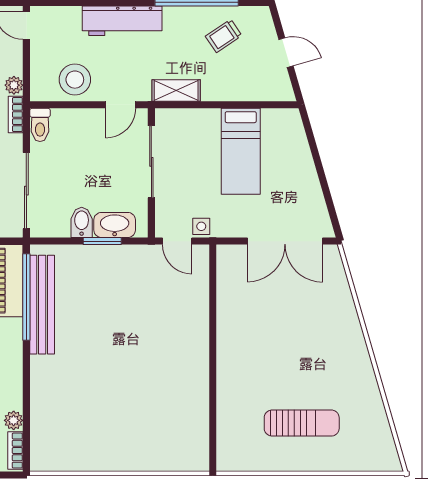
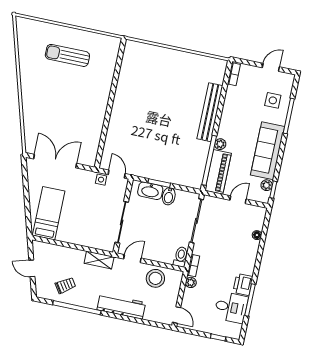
bed: (241, 151) -> (49, 213), moved
bench: (42, 305) -> (210, 112), moved
plant: (14, 420) -> (220, 144), moved

